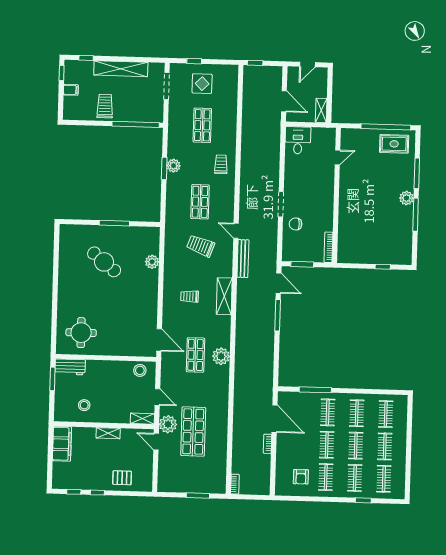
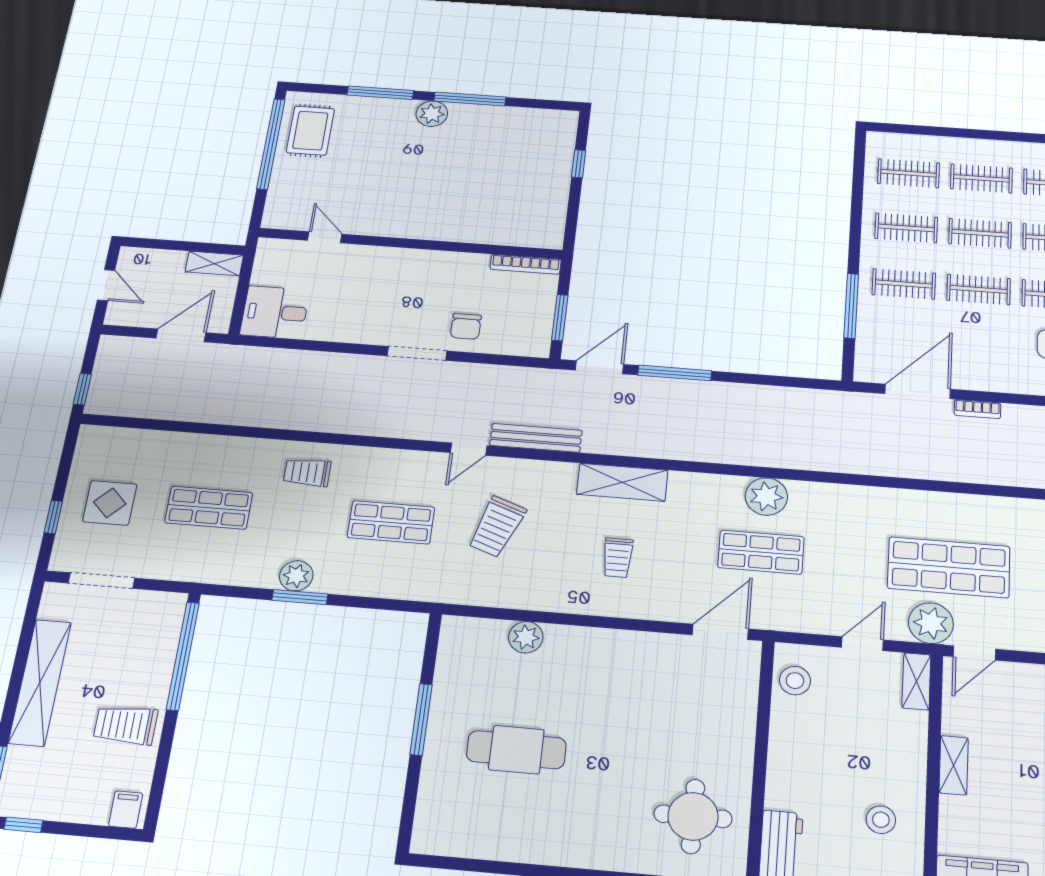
filing cabinet: (71, 90) -> (126, 810), moved
cafe table: (104, 262) -> (516, 750), turned 51

